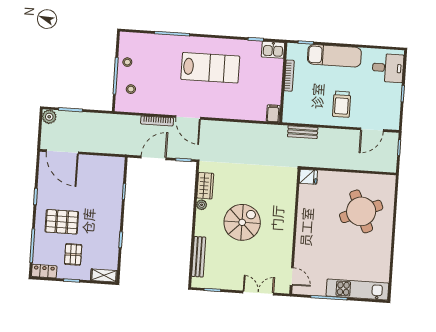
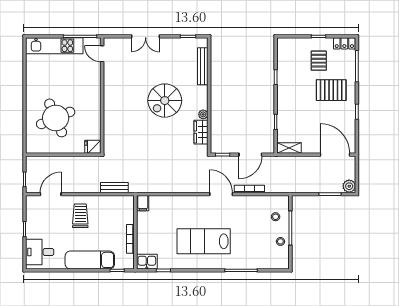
fridge: (308, 177) -> (93, 147), moved
wall: (295, 231) -> (102, 96), moved
shelving: (104, 275) -> (289, 148), moved
door: (292, 276) -> (102, 54), moved

